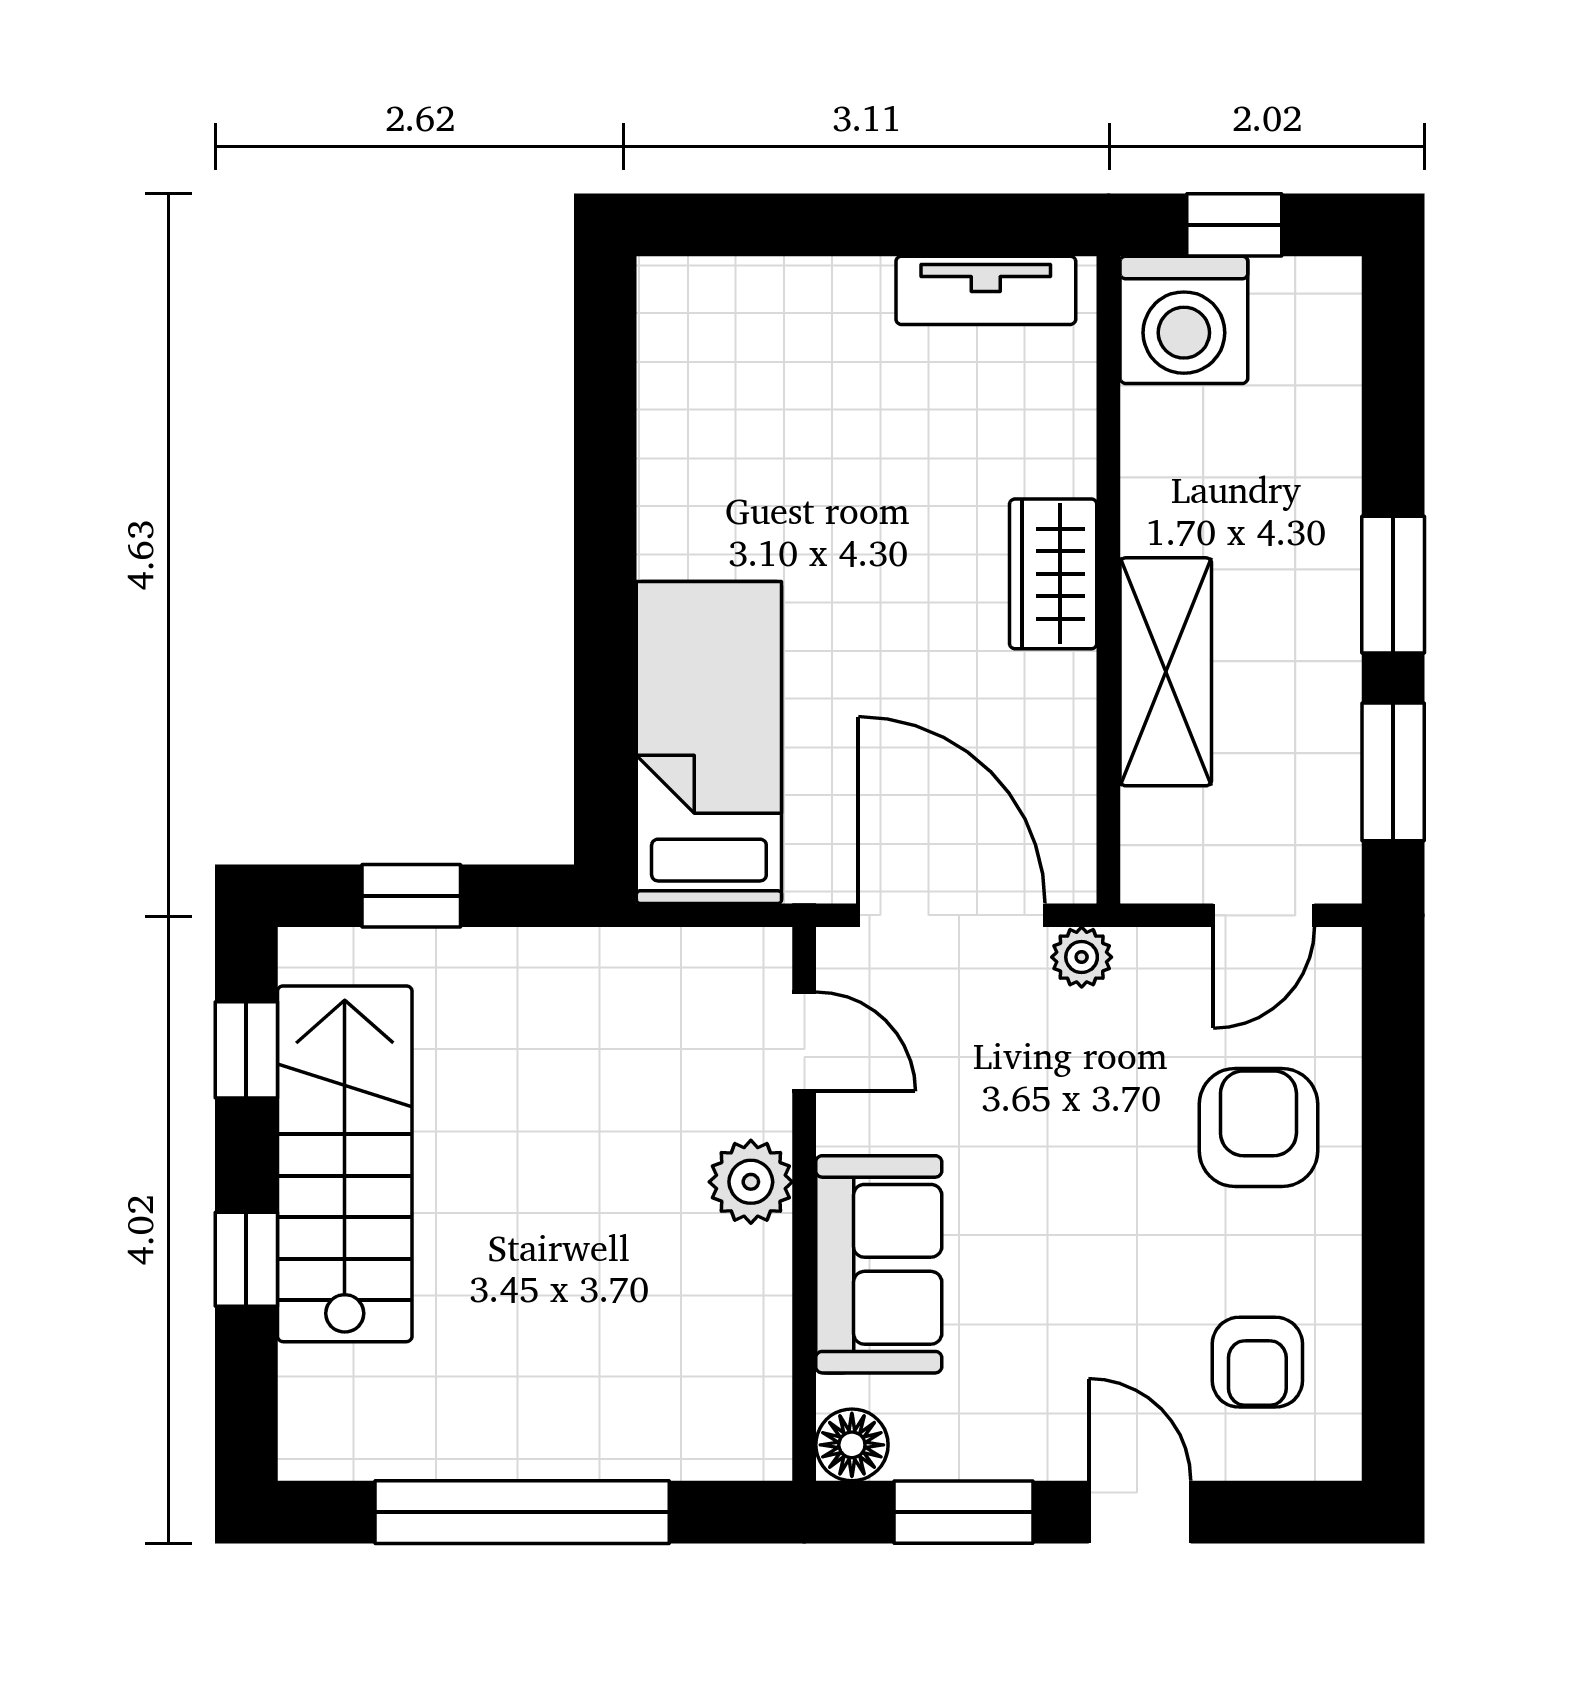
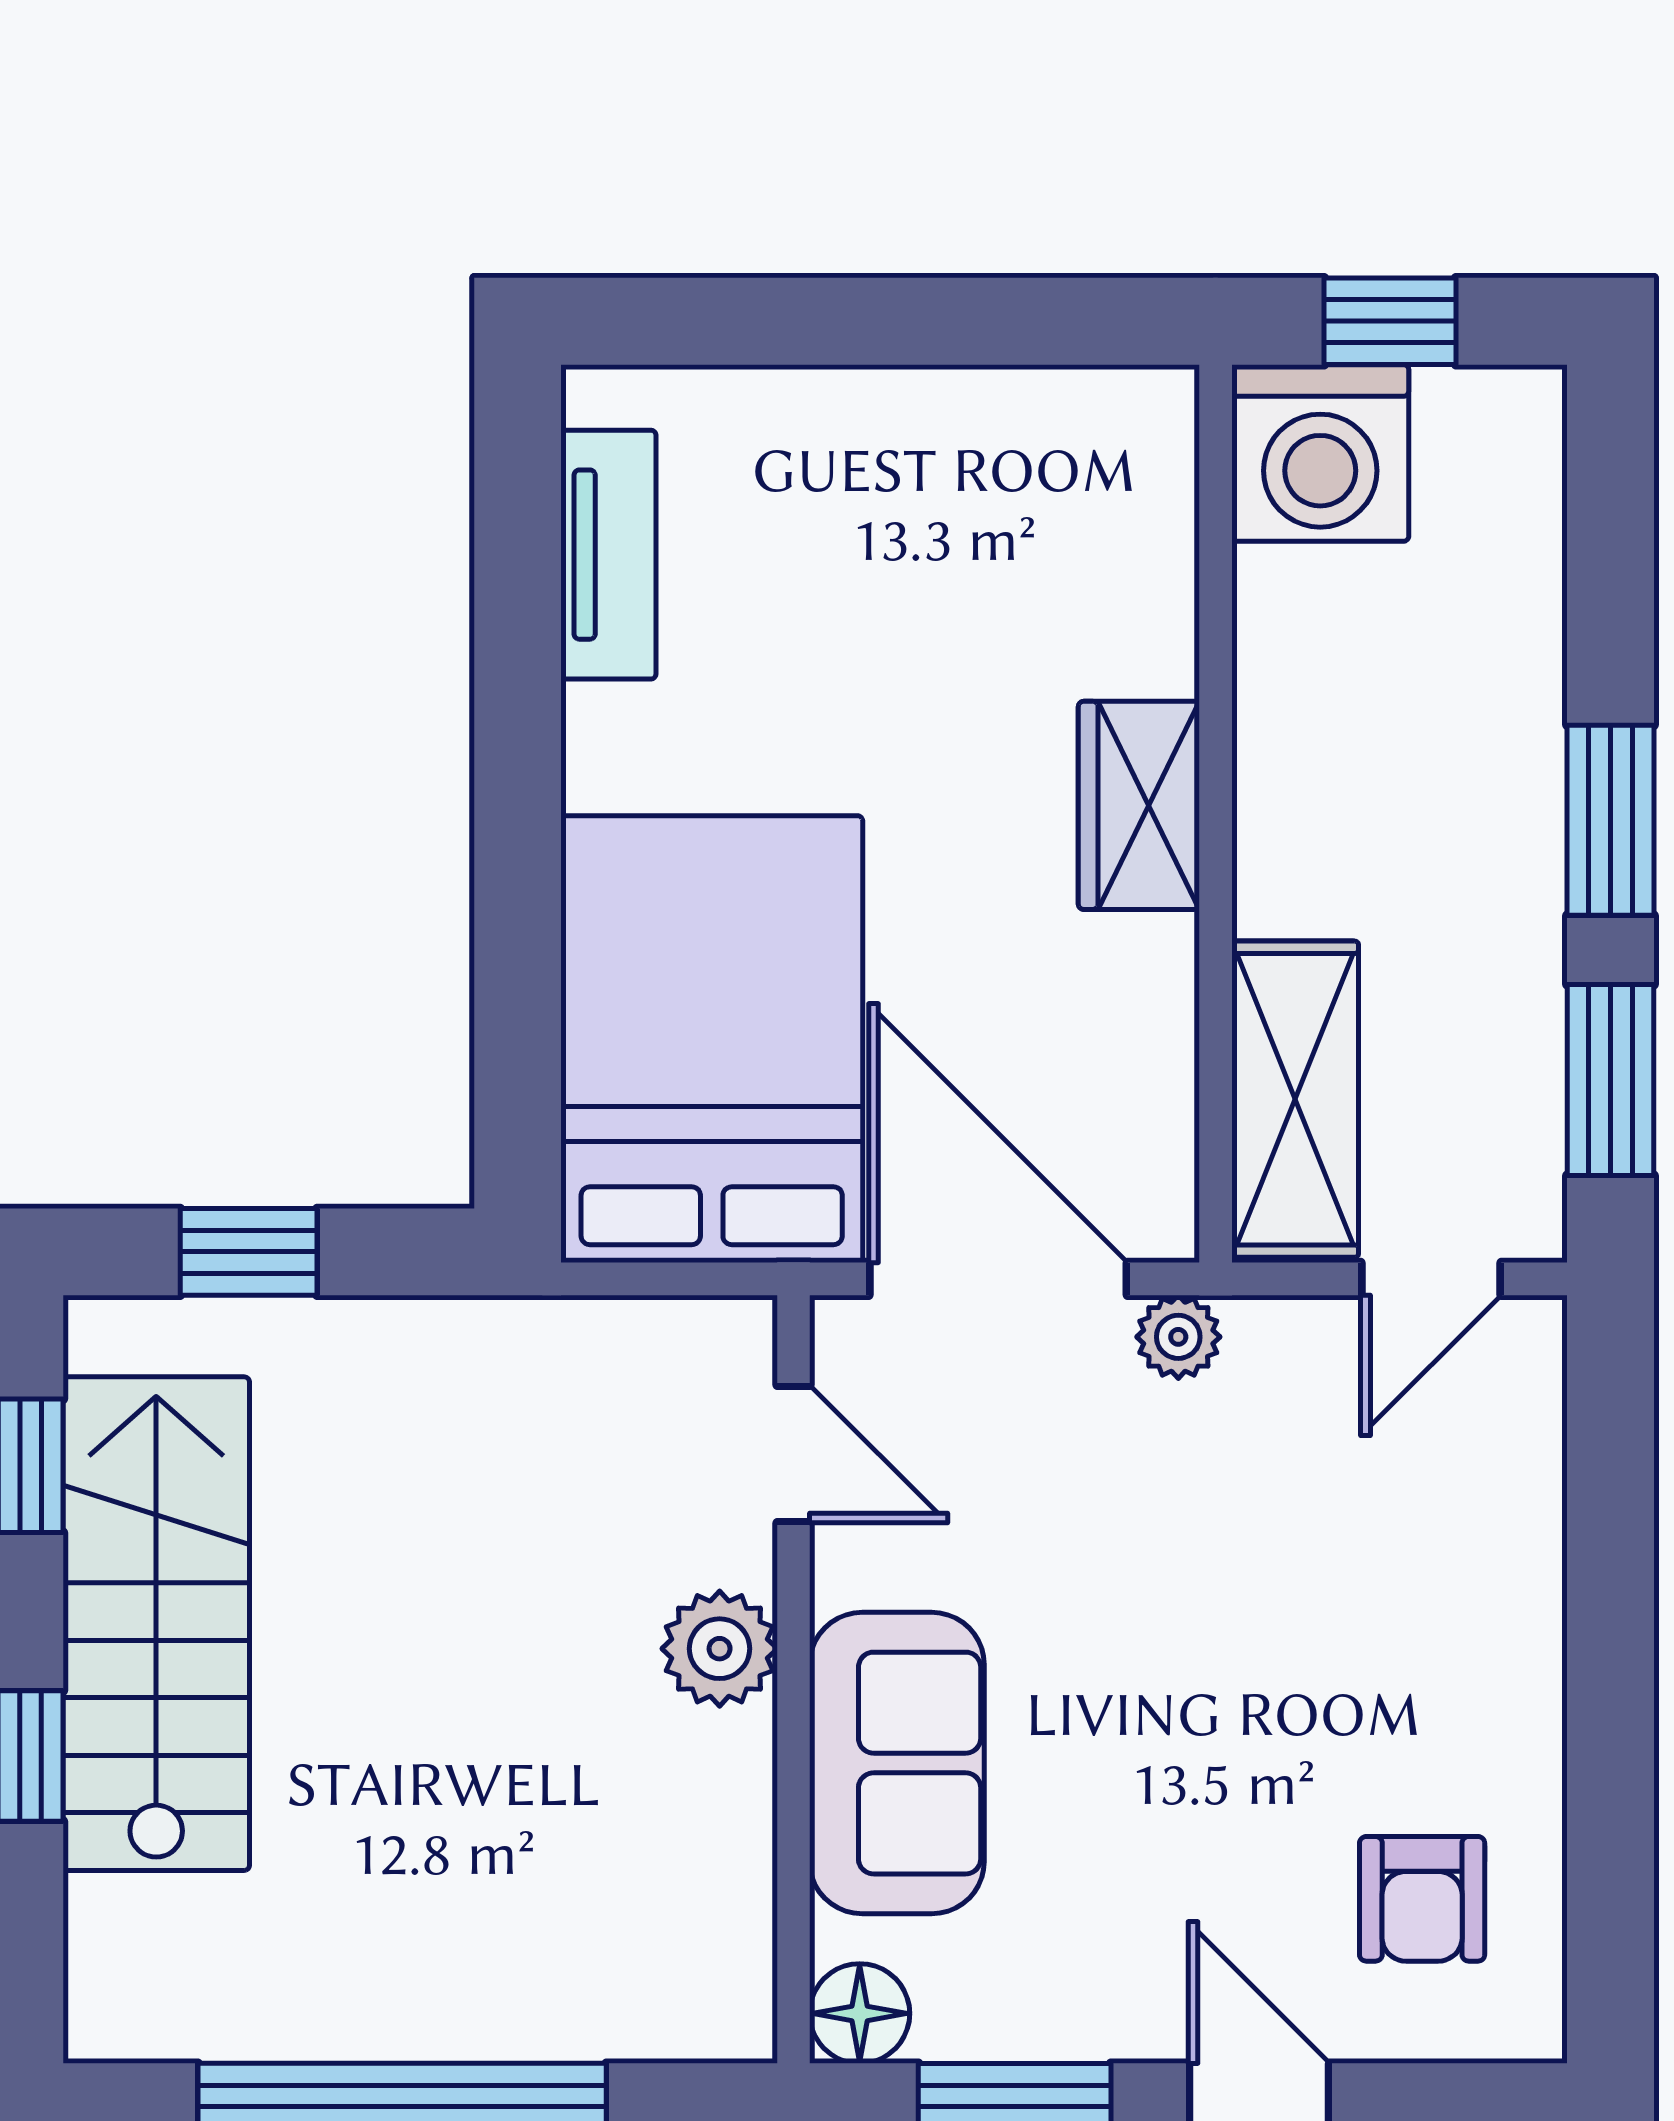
tv unit: (986, 290) -> (608, 555), moved, turned -90
shelving: (1166, 672) -> (1295, 1099), moved
bed: (709, 742) -> (712, 1039), width x1.50
armchair: (1258, 1127) -> (1424, 1573), removed

